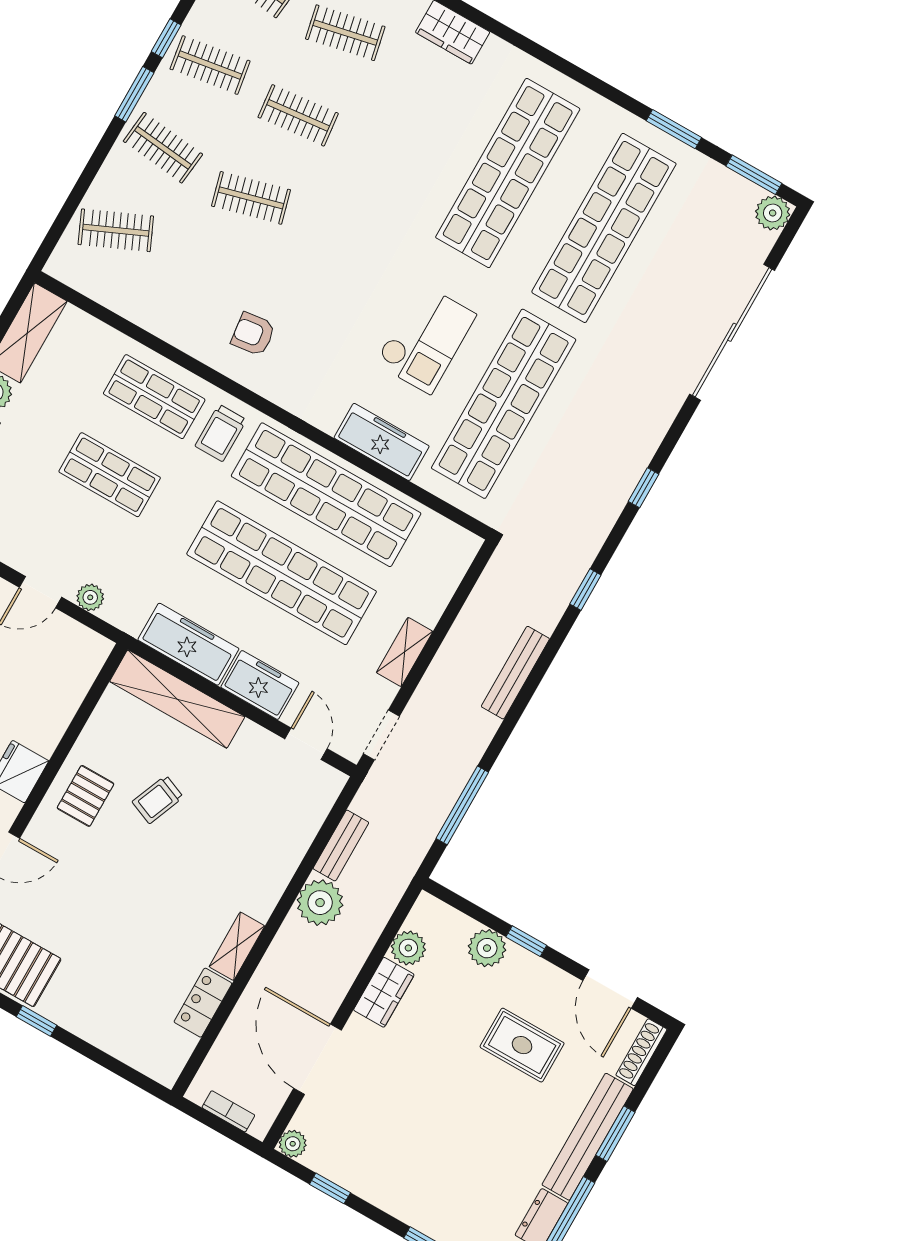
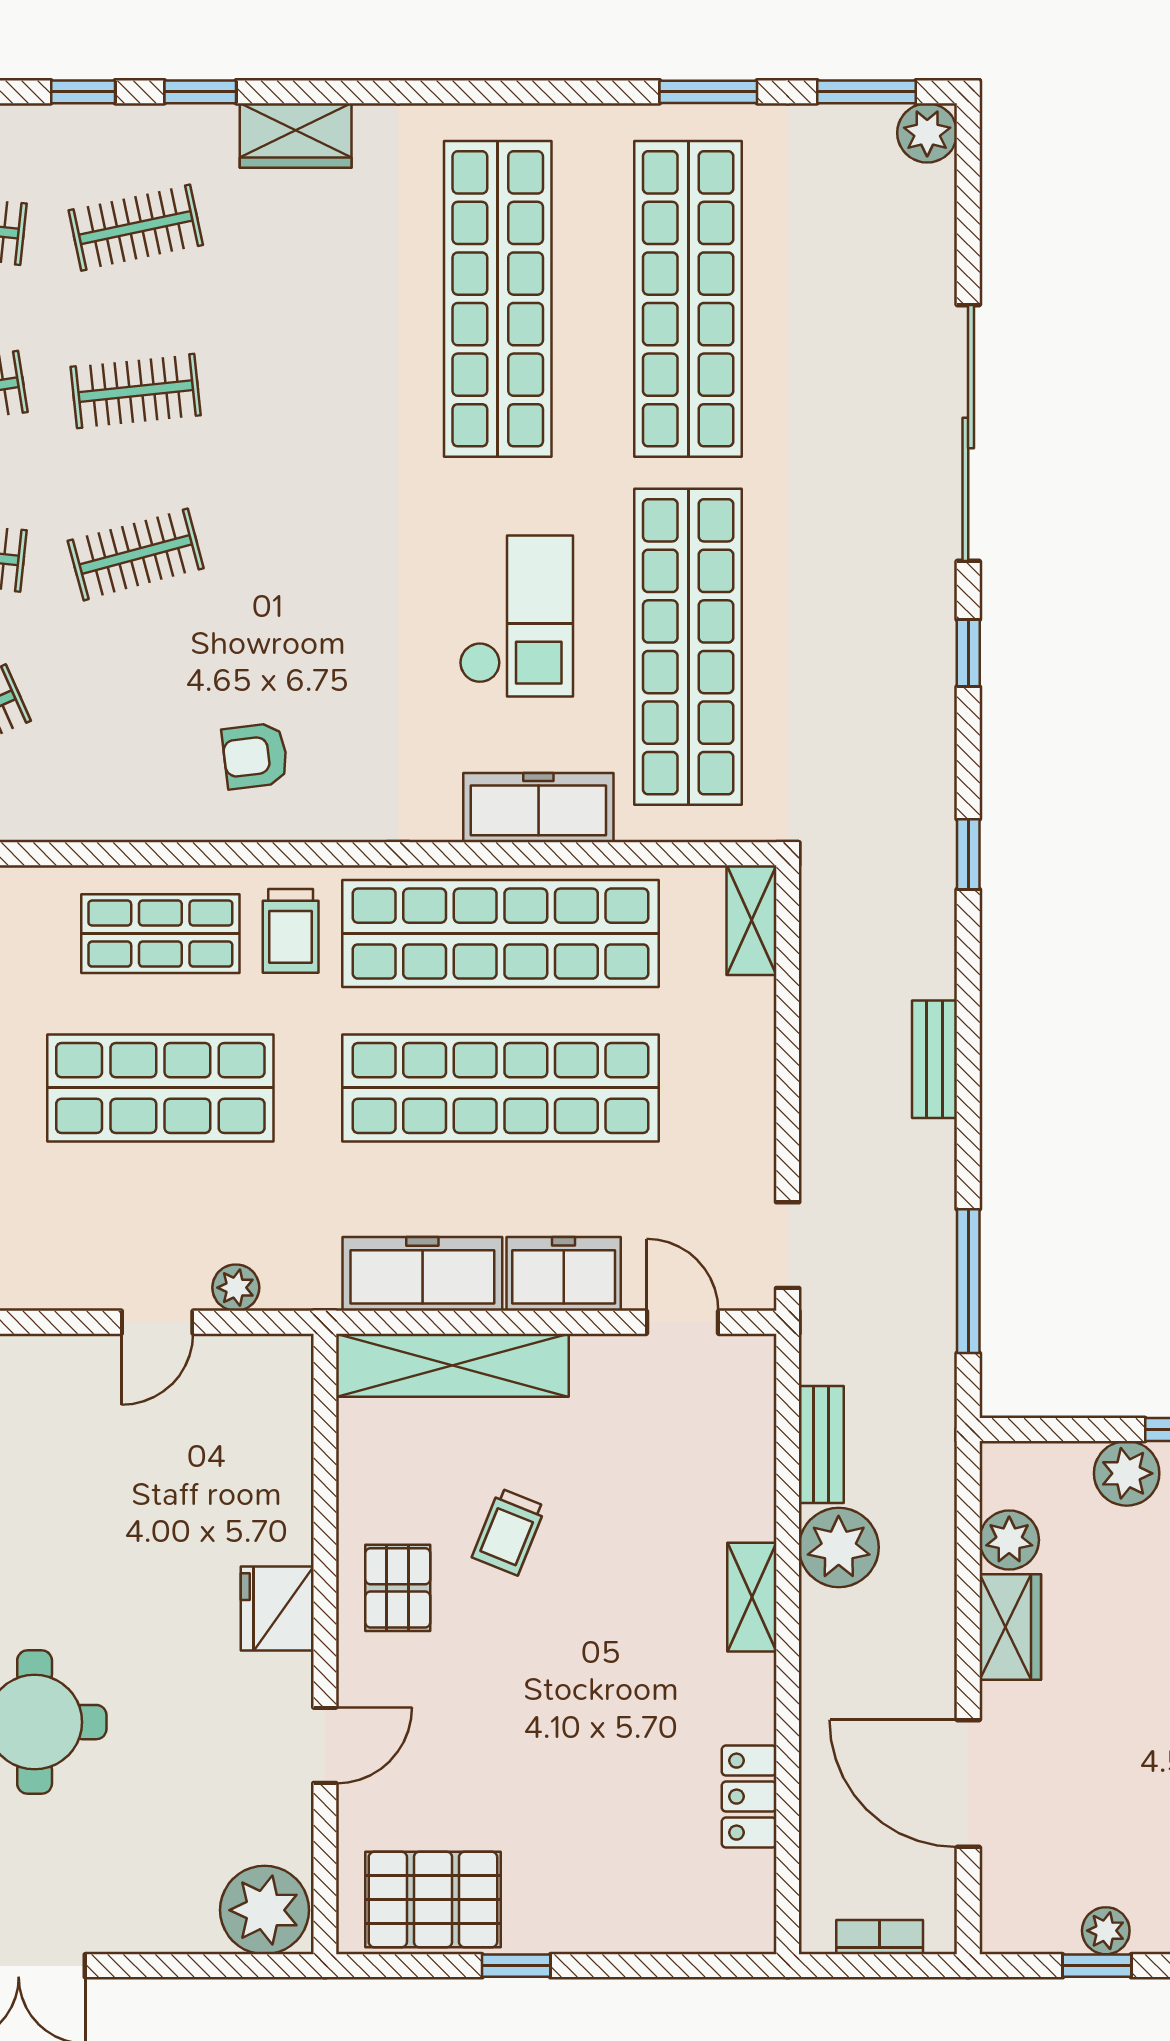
sliding door: (732, 332) -> (968, 433), moved
shop shelf: (110, 475) -> (160, 1088), width x1.43, depth x1.36
shelving: (405, 652) -> (752, 920), moved
bench: (515, 673) -> (934, 1059), width x0.73
shelving: (237, 946) -> (752, 1597), moved
plant: (293, 1144) -> (1106, 1931), moved

